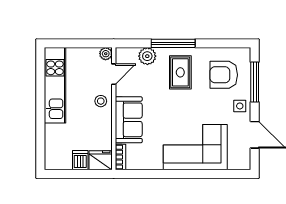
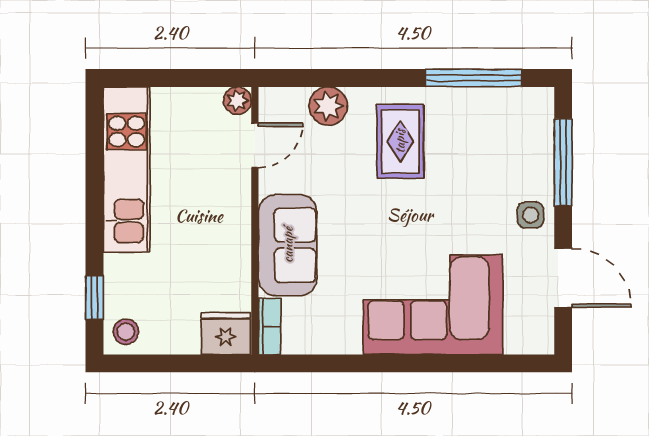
window: (173, 43) -> (474, 78), moved
armchair: (224, 75) -> (495, 147), removed
stool: (101, 101) -> (126, 332), moved
window: (40, 144) -> (94, 297), added
dishwasher: (80, 160) -> (182, 333), removed

